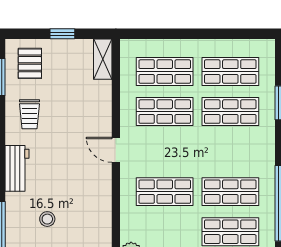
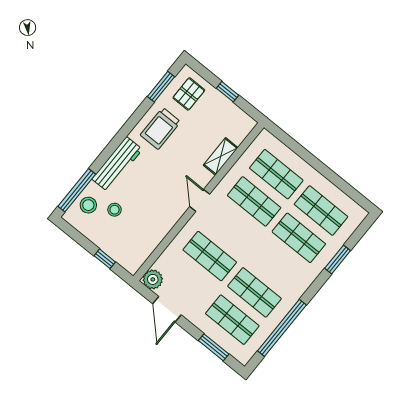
shelving: (103, 59) -> (221, 156), moved
trolley: (29, 114) -> (160, 128), width x1.36, depth x1.39
workbench: (17, 168) -> (117, 164), width x1.37
stool: (21, 234) -> (88, 205), added

